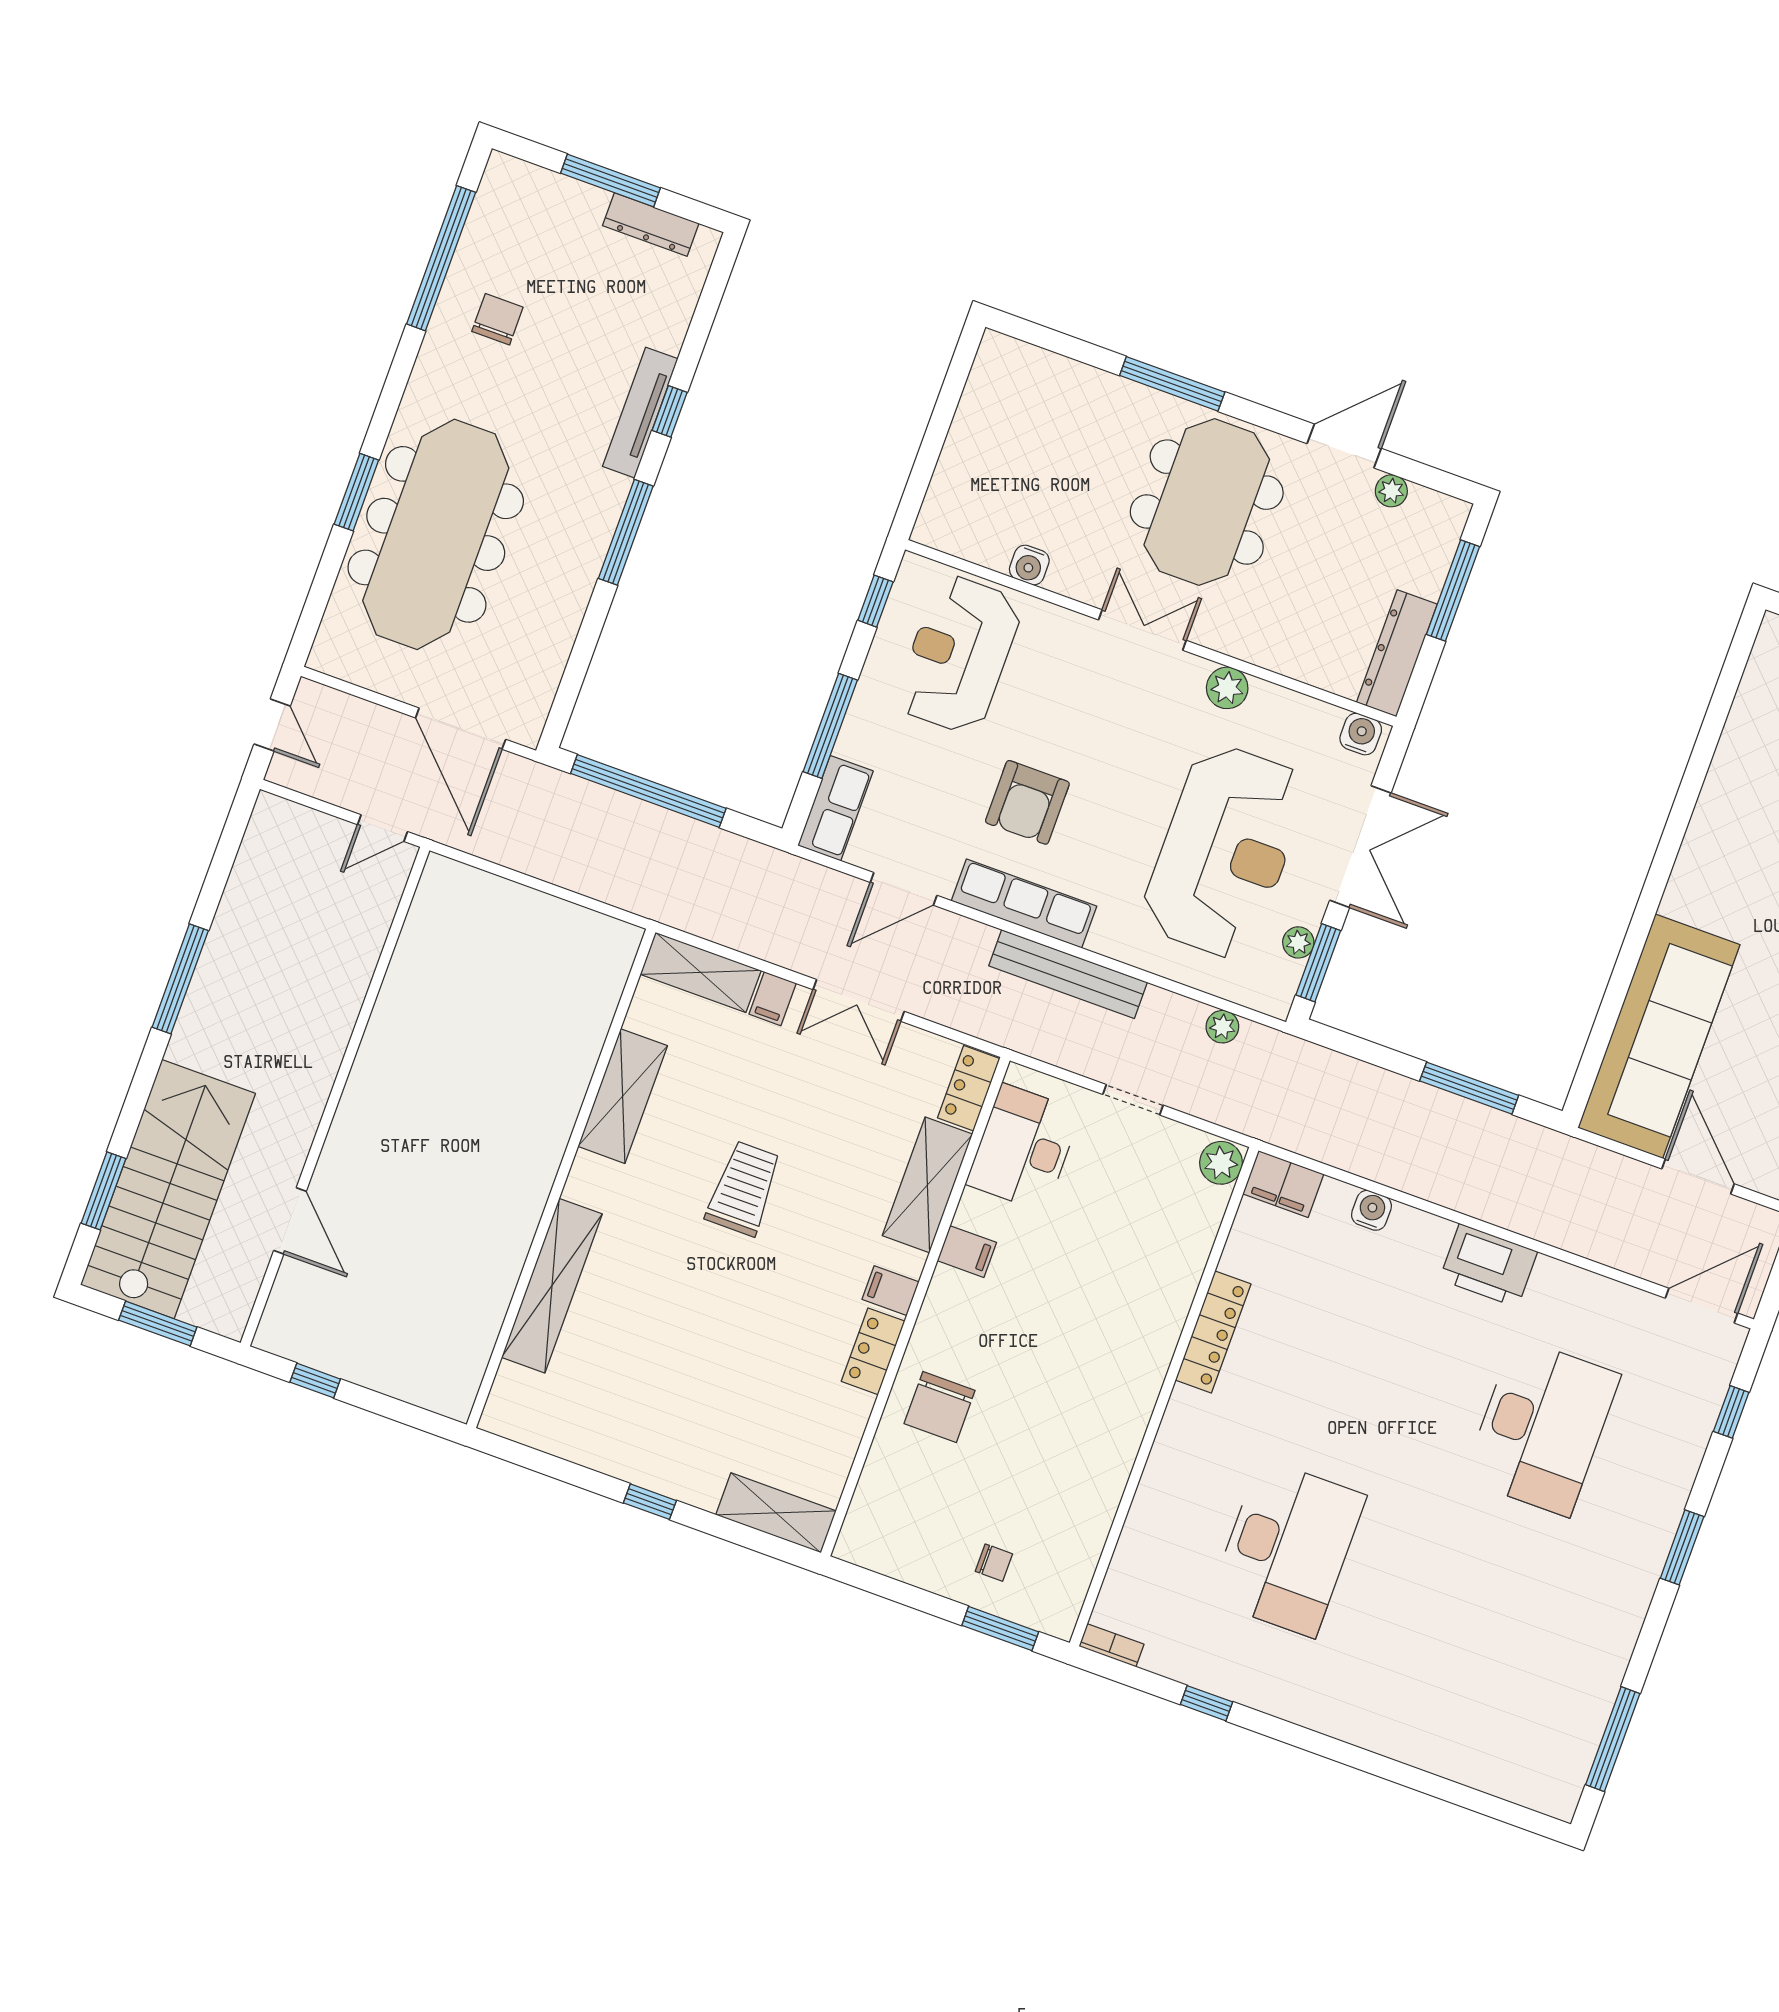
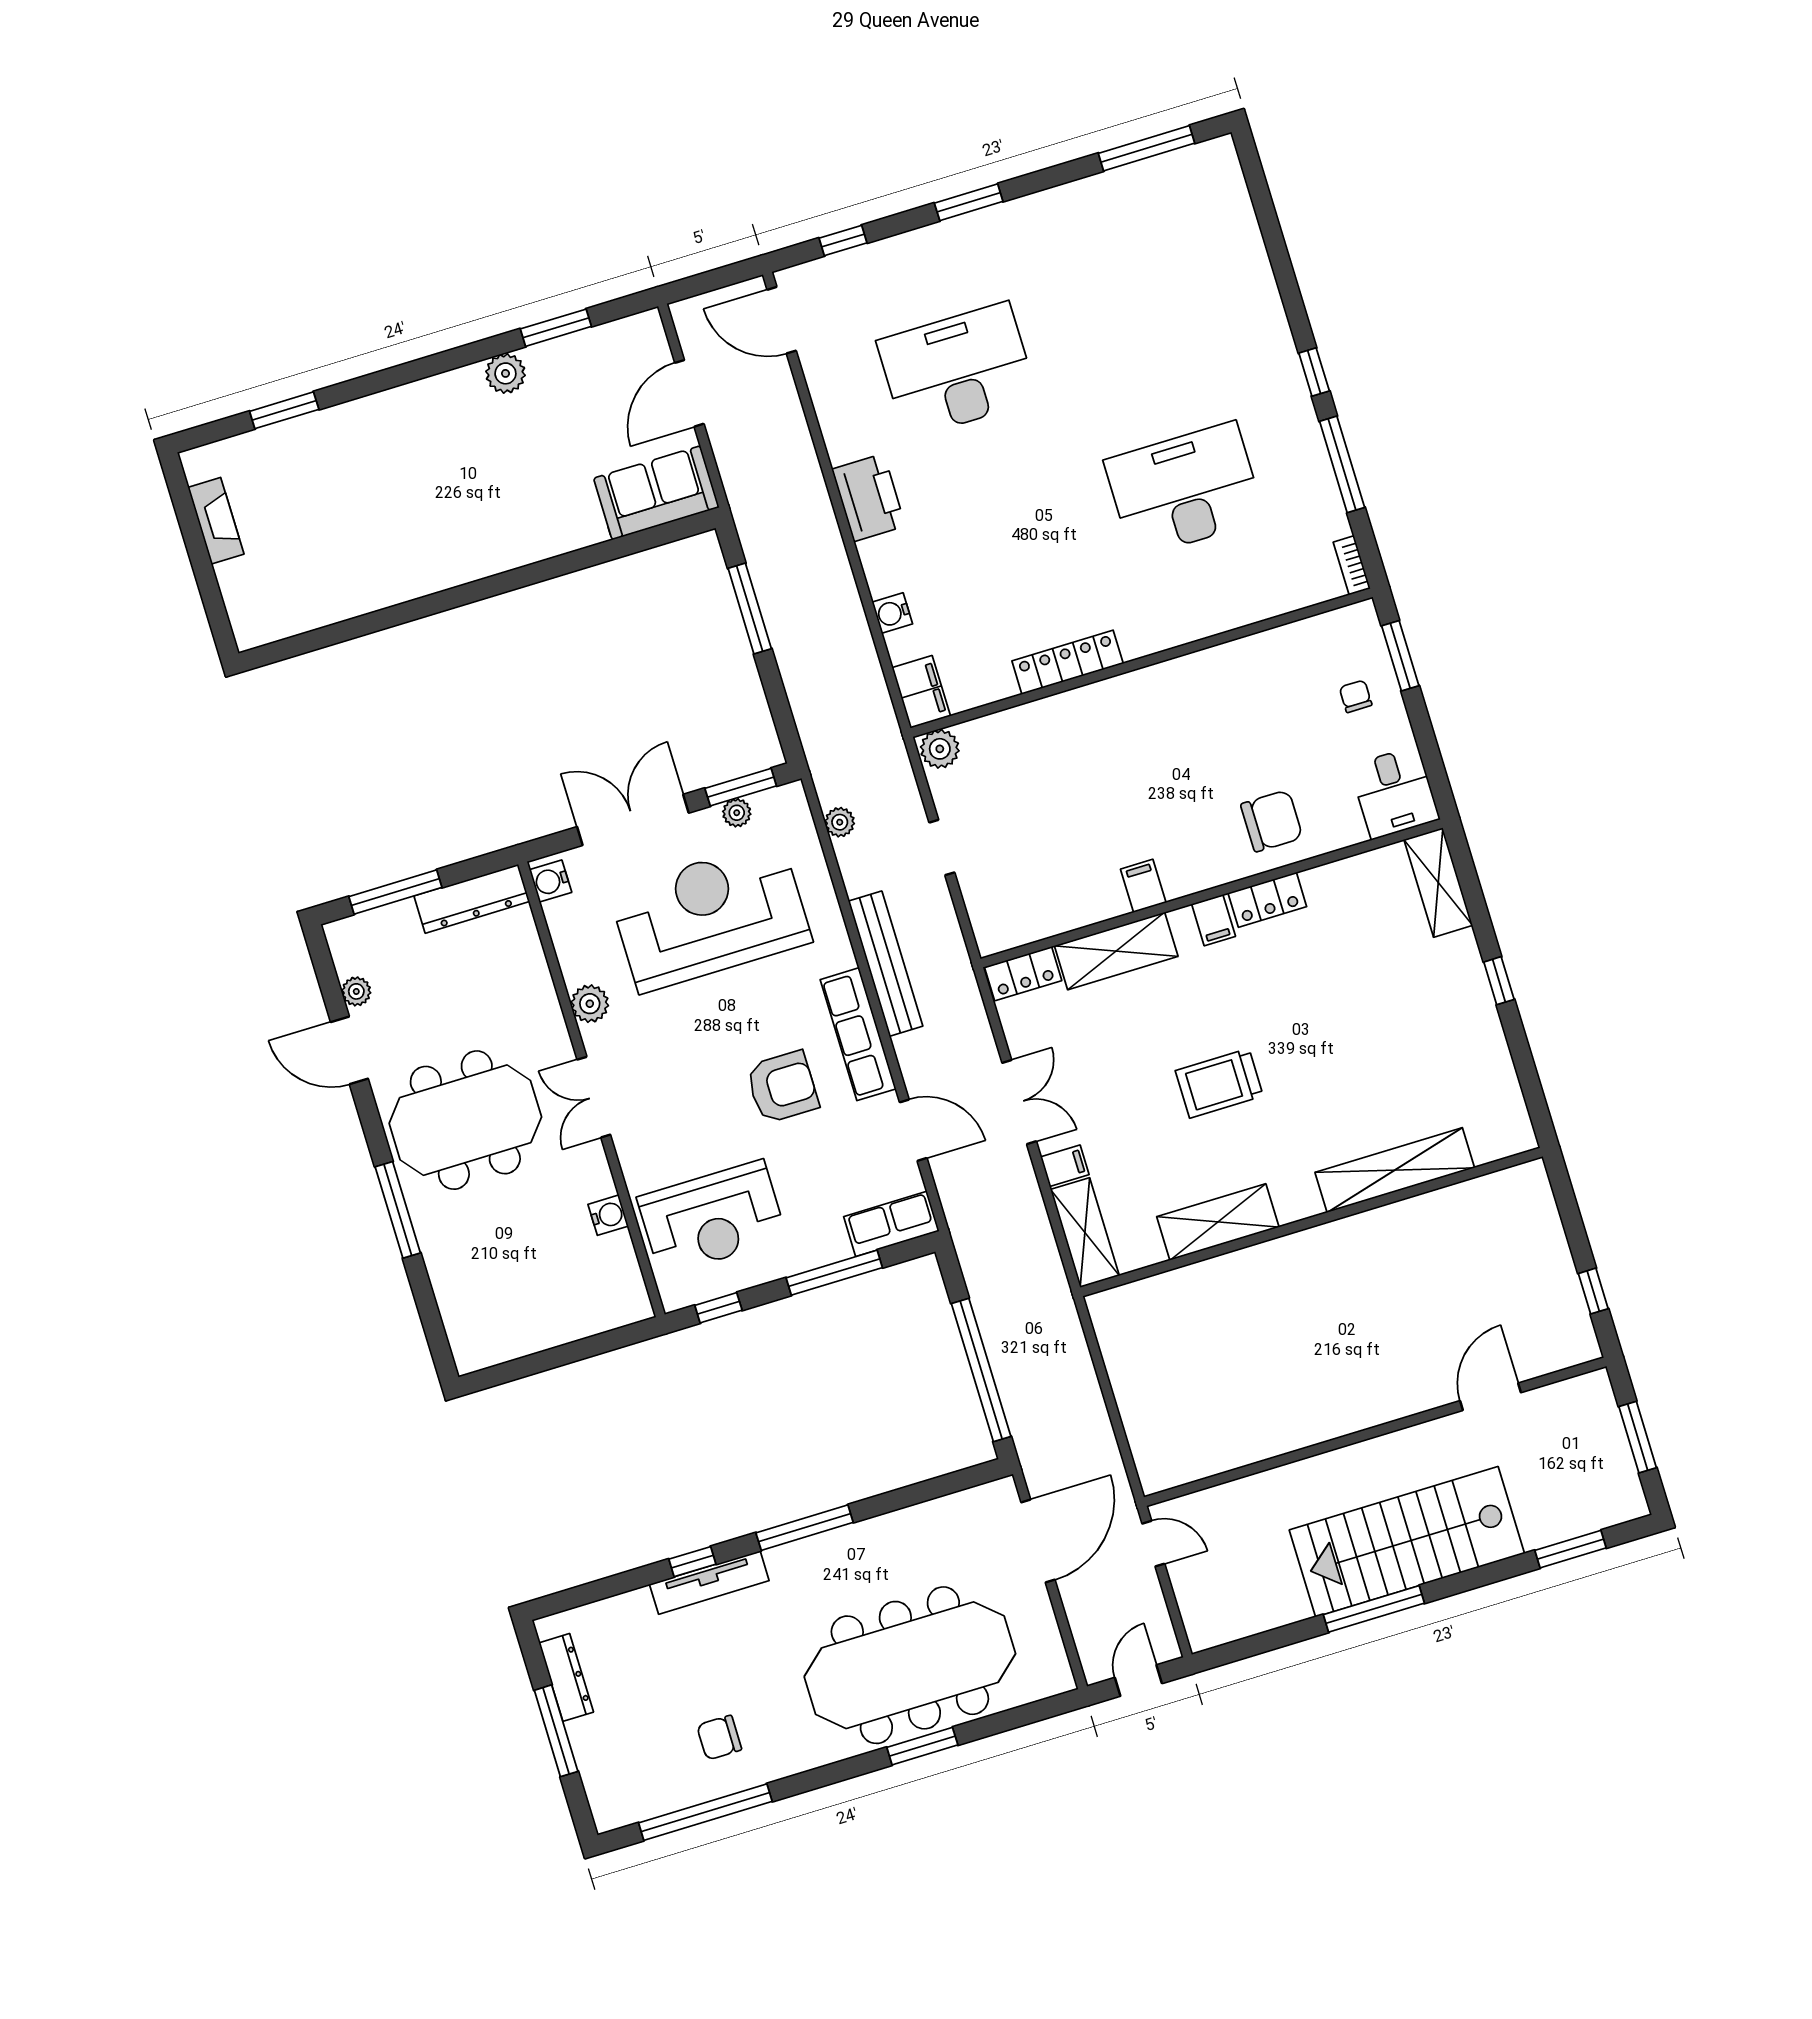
sofa: (1659, 1036) -> (656, 493), width x0.54, depth x0.79
desk: (1024, 1148) -> (1394, 793), moved, width x0.73
stairs: (168, 1189) -> (1407, 1542), moved
window: (1207, 1703) -> (1342, 464), width x2.17
window: (1306, 1739) -> (1314, 372), added

